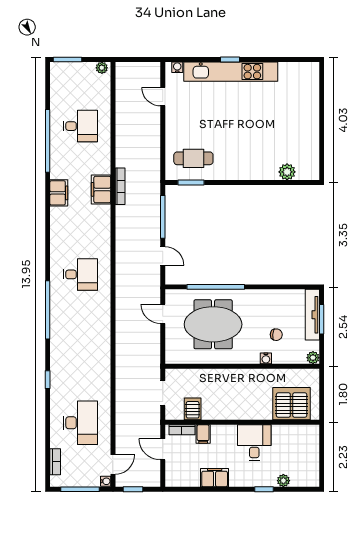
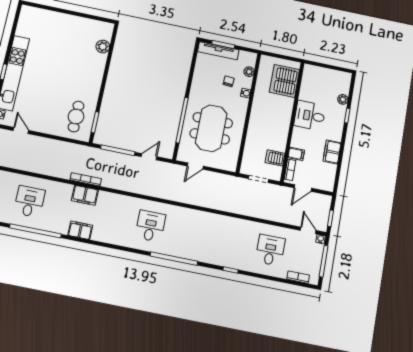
door: (163, 97) -> (21, 130), swing flipped
plant: (313, 358) -> (249, 72), moved
desk: (80, 423) -> (270, 250), width x0.73

